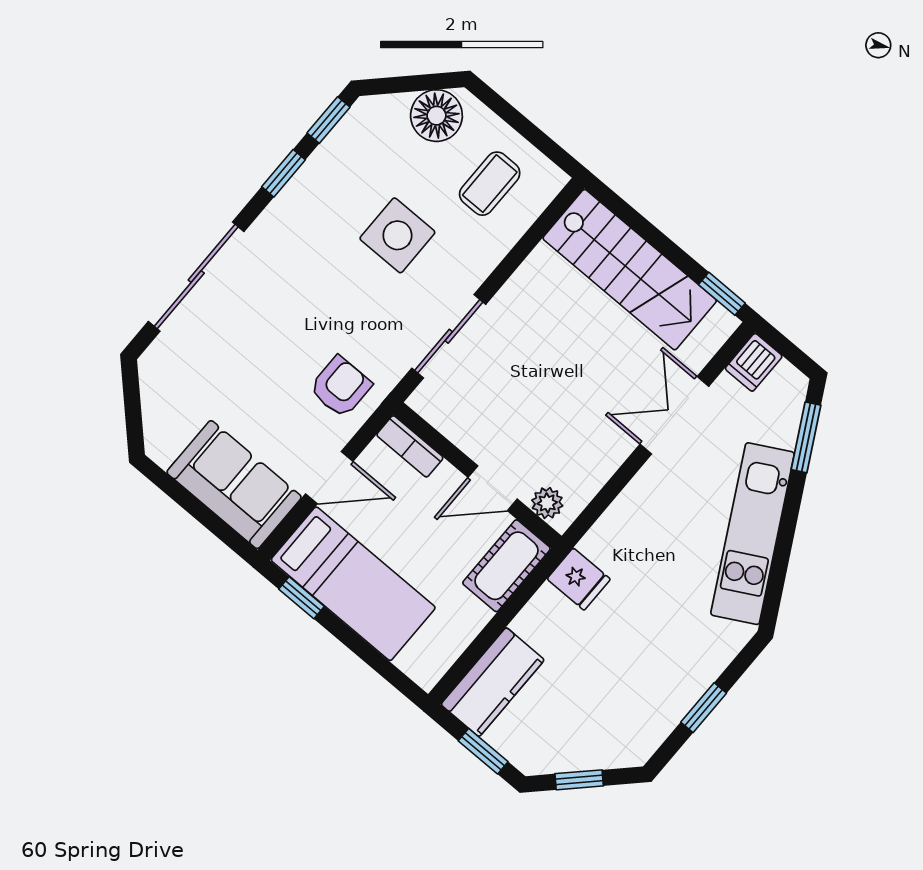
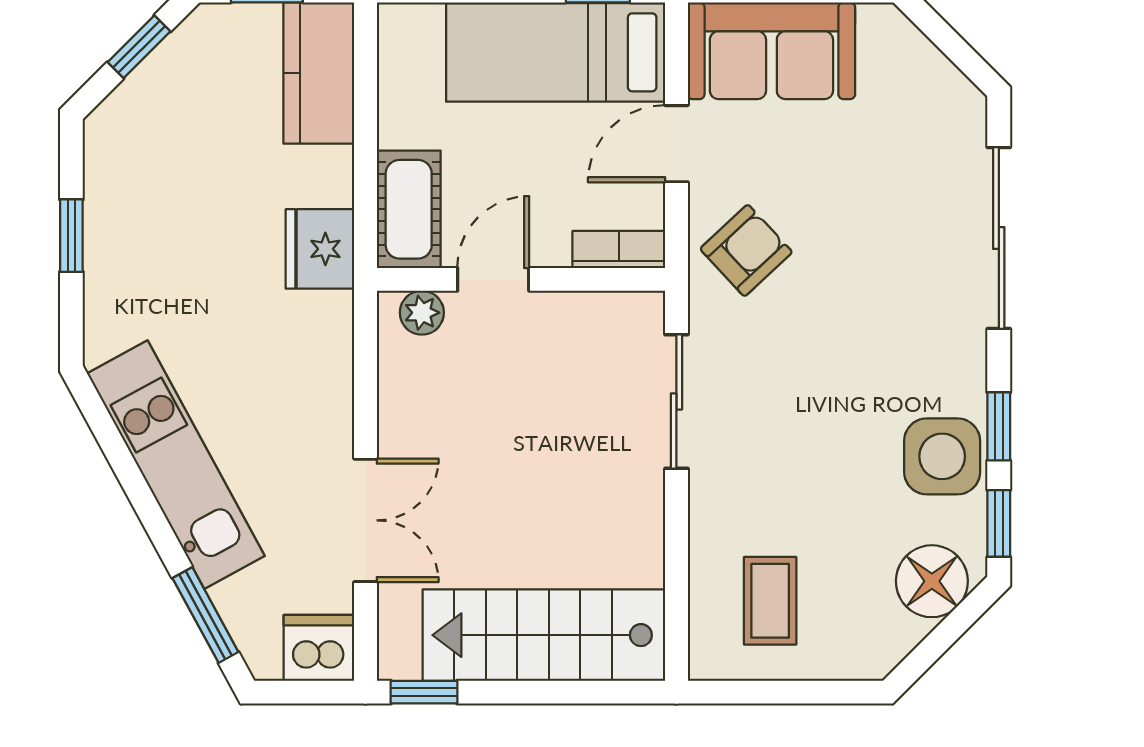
floor lamp: (436, 116) -> (932, 581), moved
side table: (397, 235) -> (942, 456), moved
dishwasher: (754, 362) -> (319, 648), width x1.38
armchair: (340, 387) -> (746, 250), turned -133
fridge: (579, 579) -> (320, 249), width x1.38

